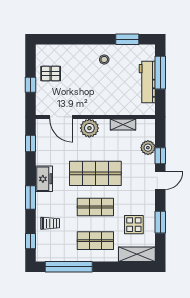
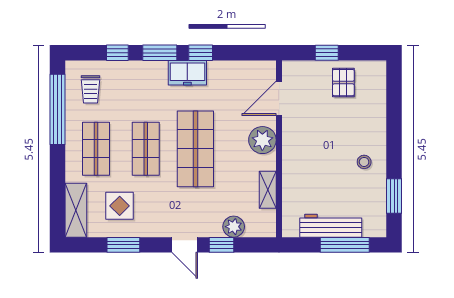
window: (30, 143) -> (201, 53), moved
trolley: (50, 223) -> (91, 89), moved
window: (30, 241) -> (117, 53), moved

